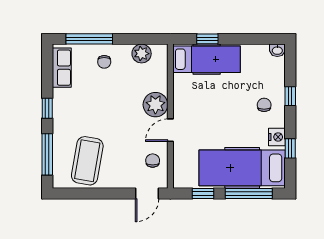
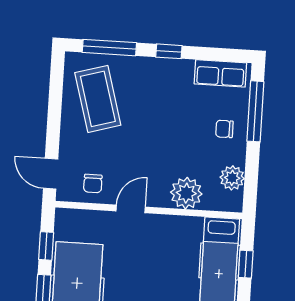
plant: (155, 105) -> (186, 193), moved
door: (170, 130) -> (131, 209), hinge flipped
coffee table: (87, 161) -> (98, 99), turned 64
chair: (153, 161) -> (93, 183), turned 90

